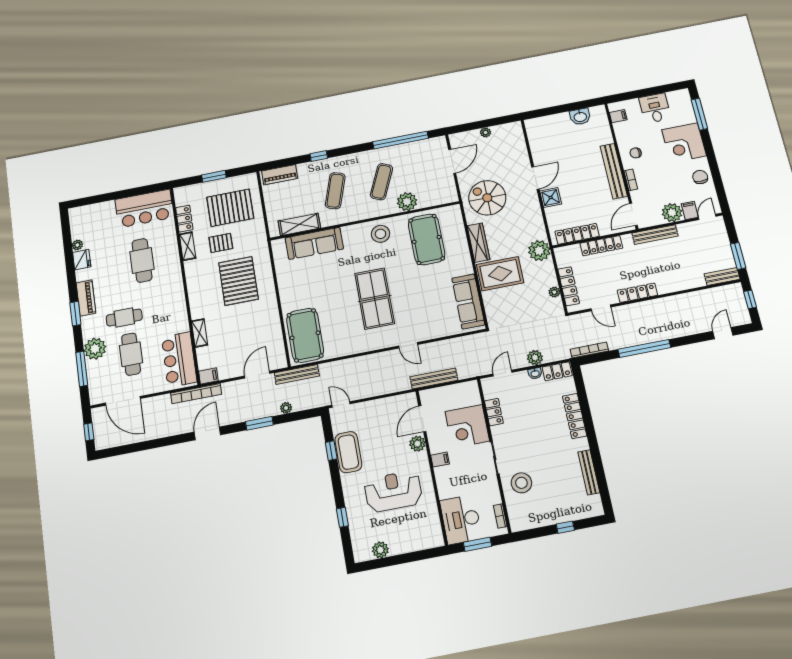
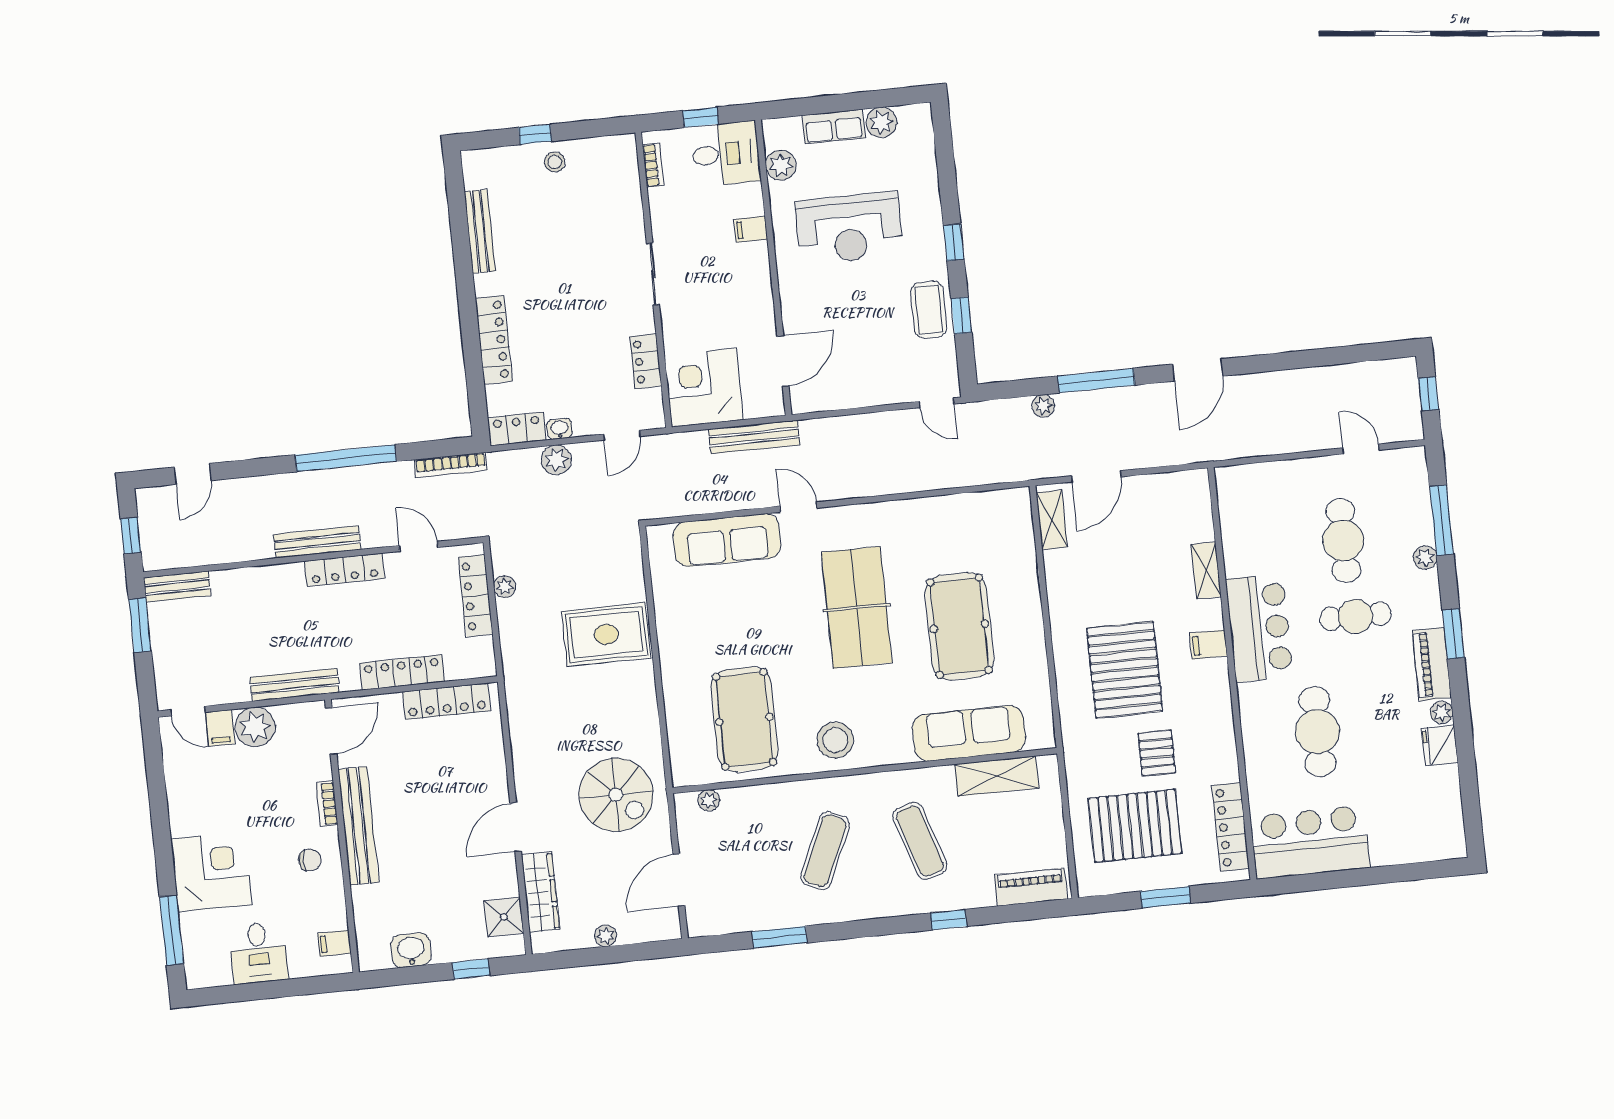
window: (550, 111) -> (471, 969), added
window: (401, 140) -> (779, 937), width x0.47
chair: (700, 177) -> (189, 796), removed
exercise mat: (335, 191) -> (920, 841), turned -36
shower: (551, 197) -> (504, 917), moved
plant: (407, 202) -> (709, 800), moved, width x0.53, depth x0.53
door: (707, 217) -> (188, 711), hinge flipped
locker: (184, 219) -> (1231, 827), width x1.53
pallet: (221, 243) -> (1157, 753), turned 90
wardrobe: (478, 243) -> (541, 892), moved, turned 180
plant: (77, 245) -> (1442, 712), moved
shelving: (188, 246) -> (1052, 520), moved
plant: (539, 251) -> (525, 674), removed
sofa: (468, 301) -> (727, 540), moved, turned 90
pool table: (305, 335) -> (959, 626), moved
plant: (95, 349) -> (1425, 557), width x0.53, depth x0.53
bar counter: (179, 359) -> (1259, 628), moved
bench: (297, 374) -> (317, 542), moved
filing cabinet: (208, 376) -> (1208, 645), moved
bookcase: (196, 394) -> (1217, 450), removed
door: (123, 401) -> (1361, 449), width x0.53
window: (259, 423) -> (1096, 381), width x1.44
corner desk: (467, 426) -> (704, 388), moved, turned -90
plant: (417, 444) -> (781, 165), moved
coffee table: (348, 452) -> (929, 310), width x0.73, depth x0.76
filing cabinet: (440, 460) -> (751, 229), moved
stool: (521, 483) -> (555, 162), moved, width x0.53, depth x0.53
window: (342, 517) -> (954, 242), moved
desk: (461, 519) -> (726, 154), width x0.73
window: (477, 544) -> (700, 117), width x0.67
row of seats: (406, 545) -> (834, 127), added

